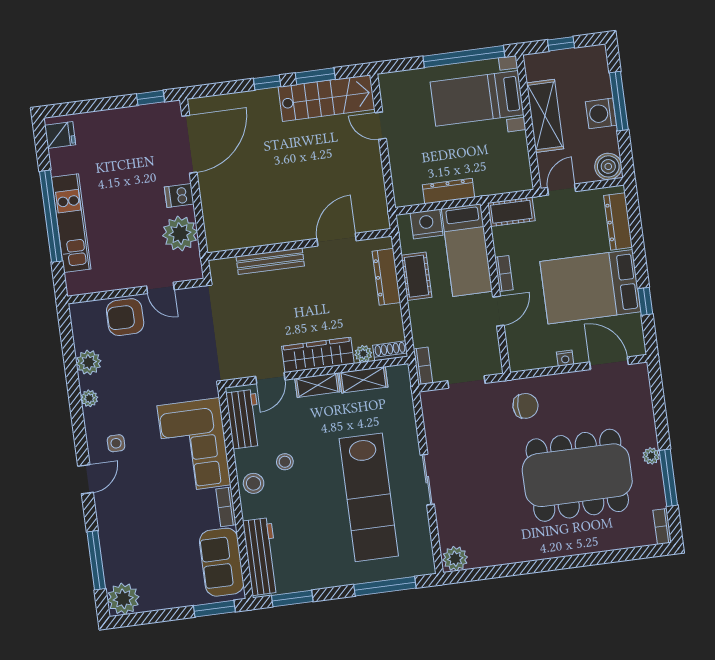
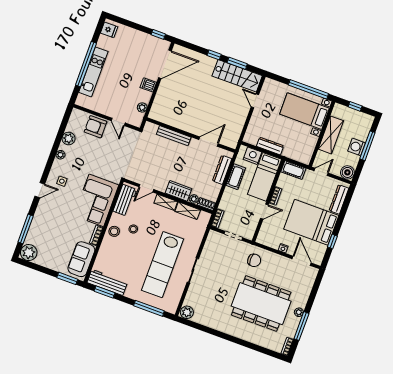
plant: (180, 234) -> (142, 107), width x0.53, depth x0.53
wardrobe: (318, 355) -> (179, 191), width x0.67
workbench: (261, 557) -> (107, 282), moved, turned -90

